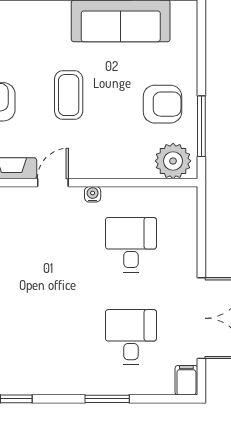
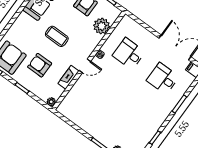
plant: (173, 161) -> (102, 26), moved
door: (53, 183) -> (85, 66), swing flipped

